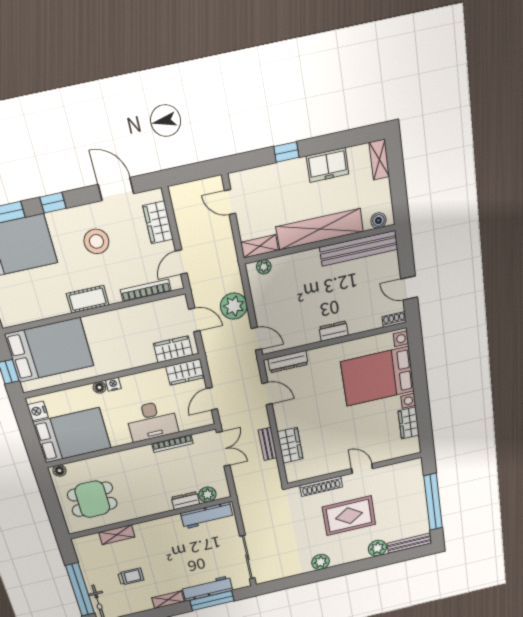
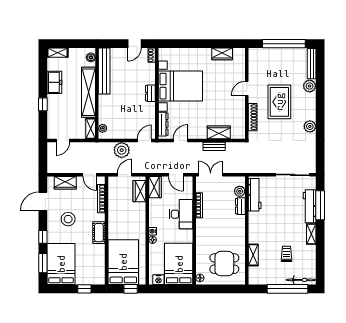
bed with nightstands: (378, 376) -> (180, 86), moved, turned -90
dining table: (92, 499) -> (224, 264), turned 90

